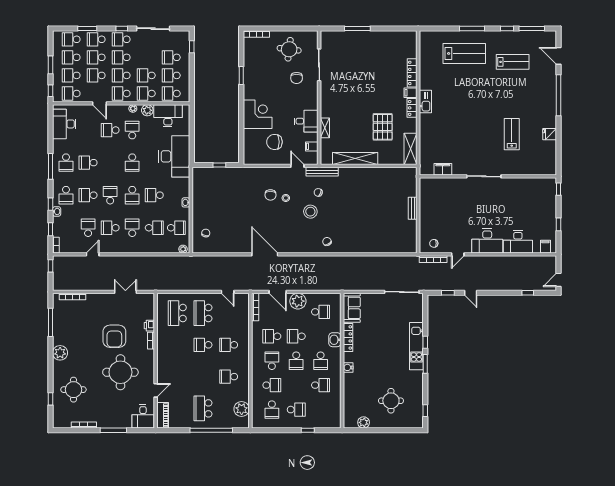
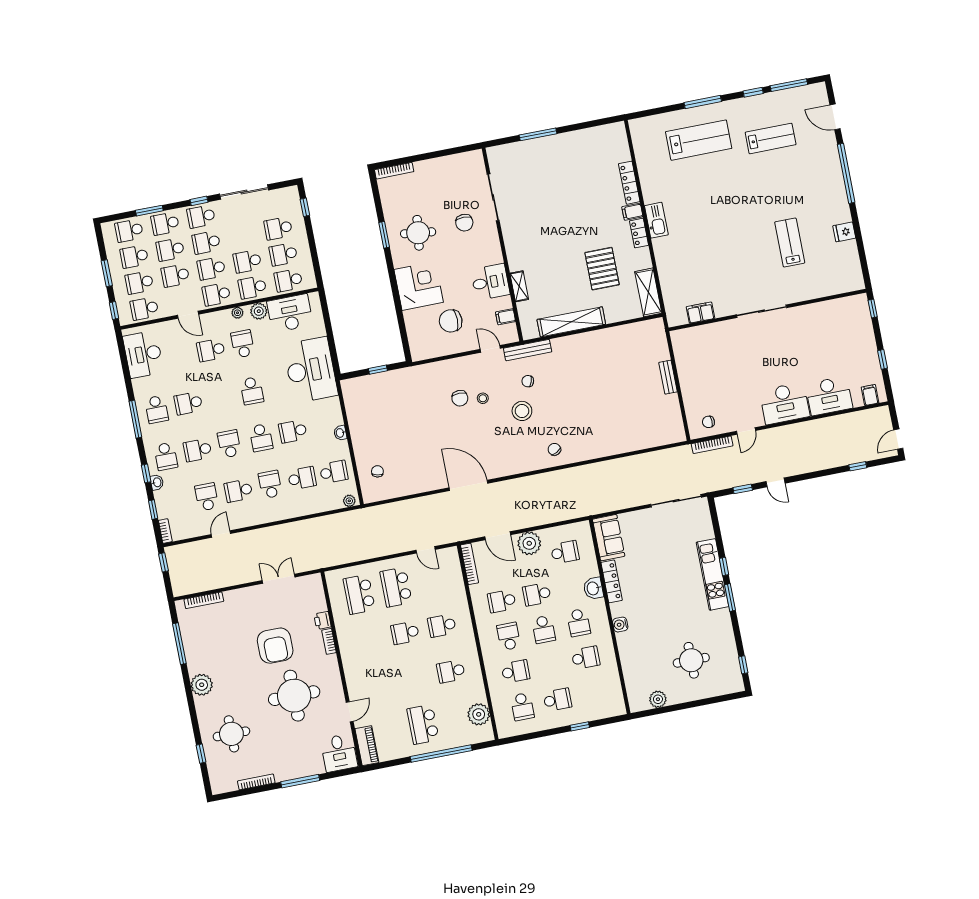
round table: (289, 49) -> (418, 233), moved

